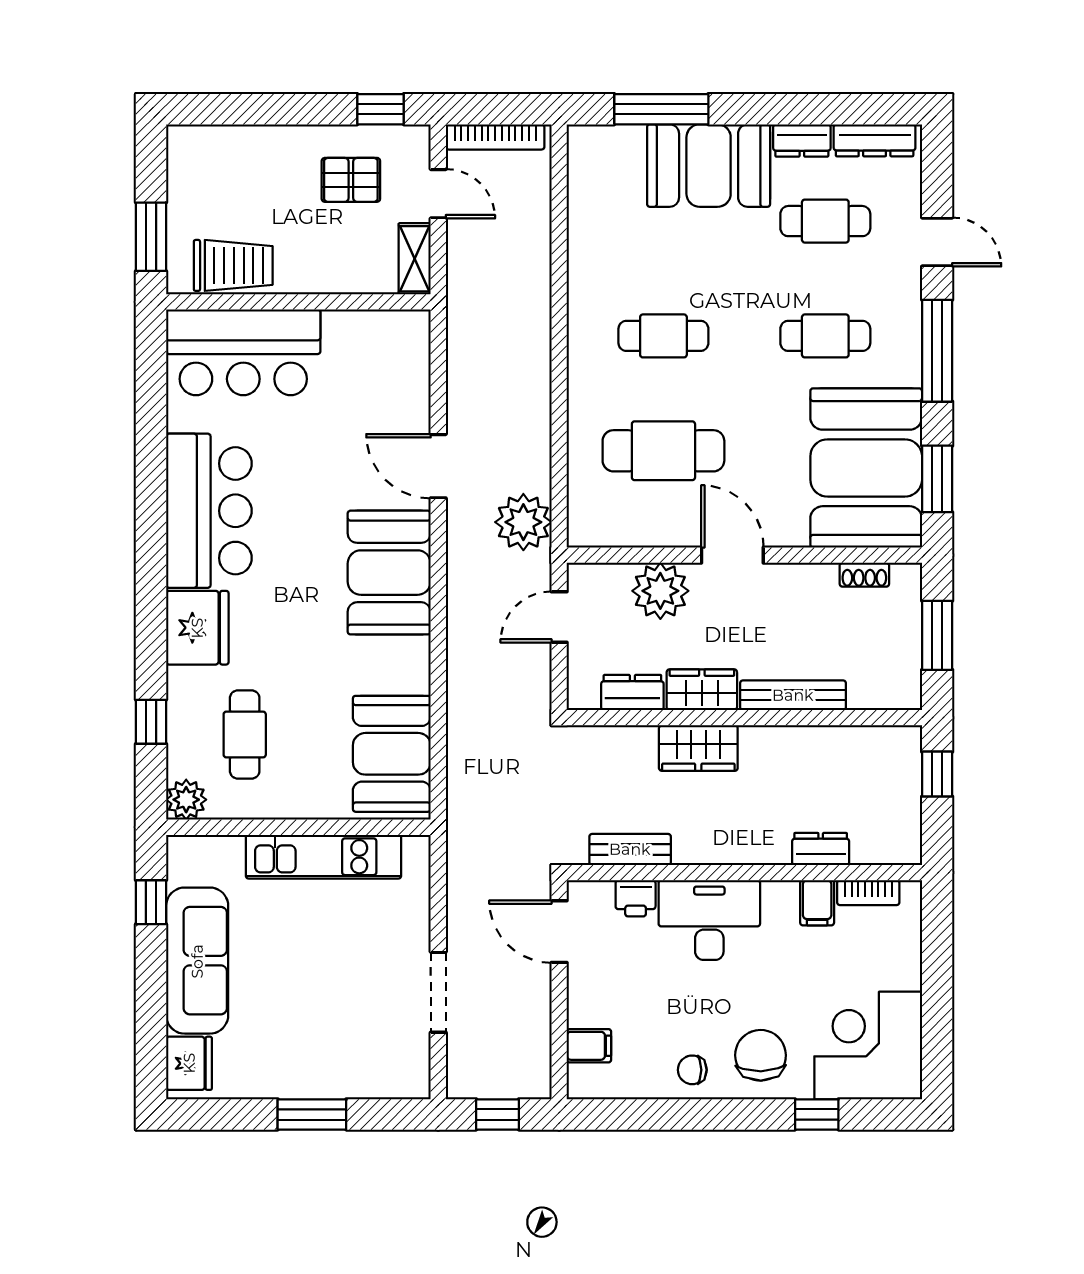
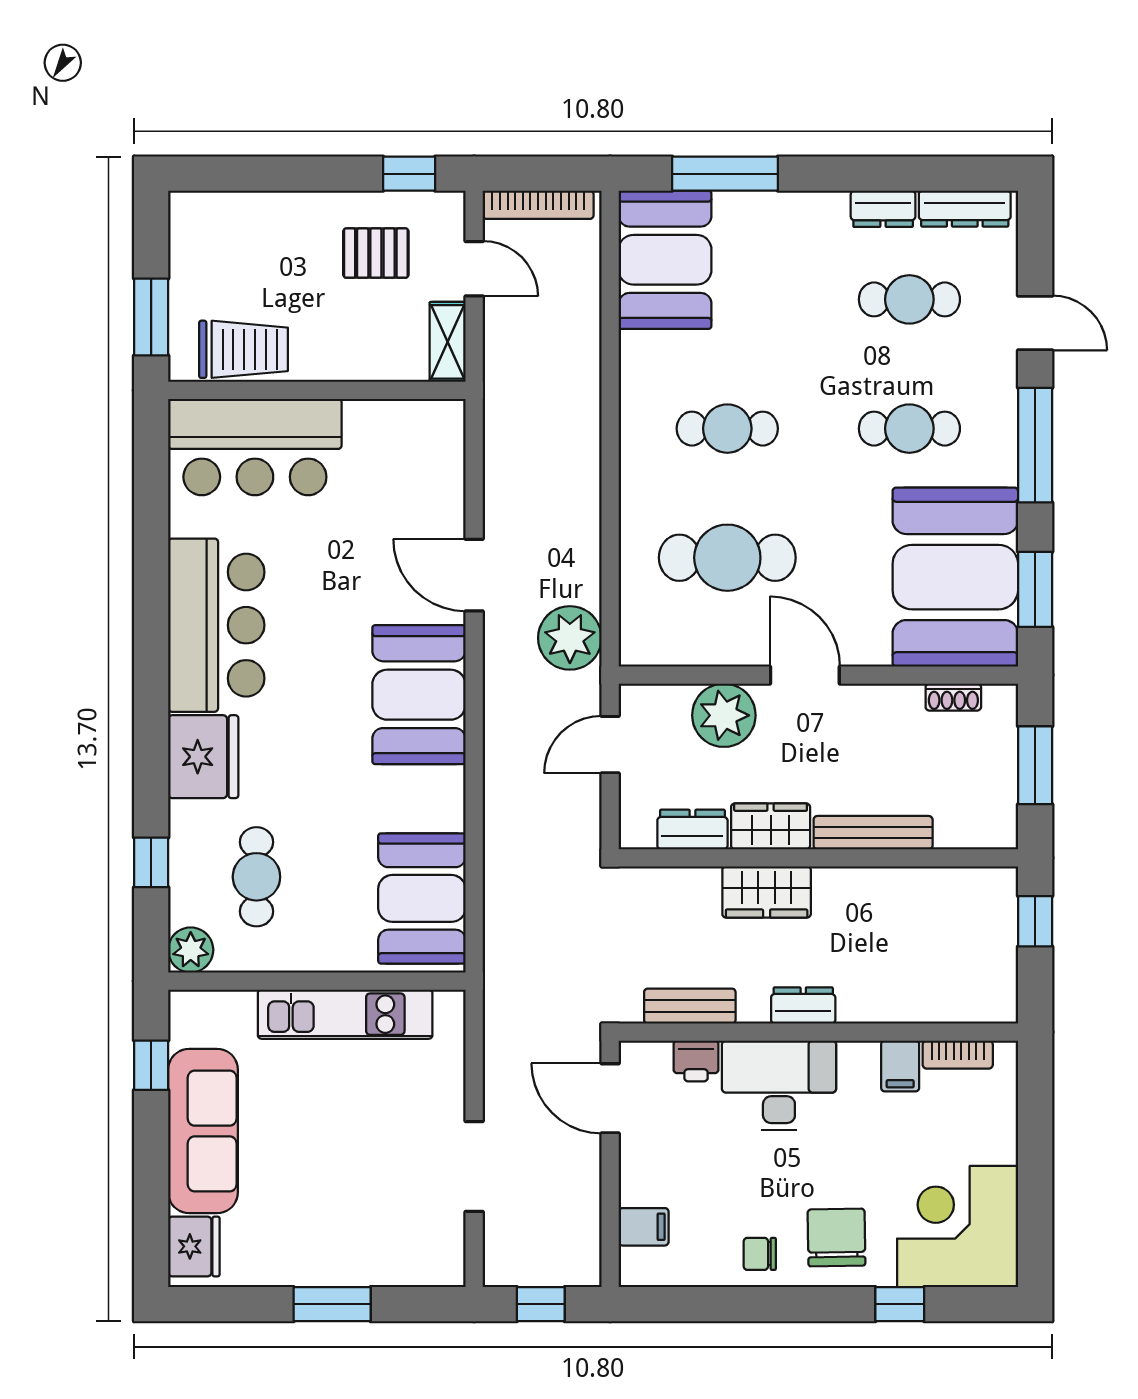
booth: (709, 166) -> (665, 260), moved, turned 90
dresser: (821, 849) -> (803, 1005), moved

